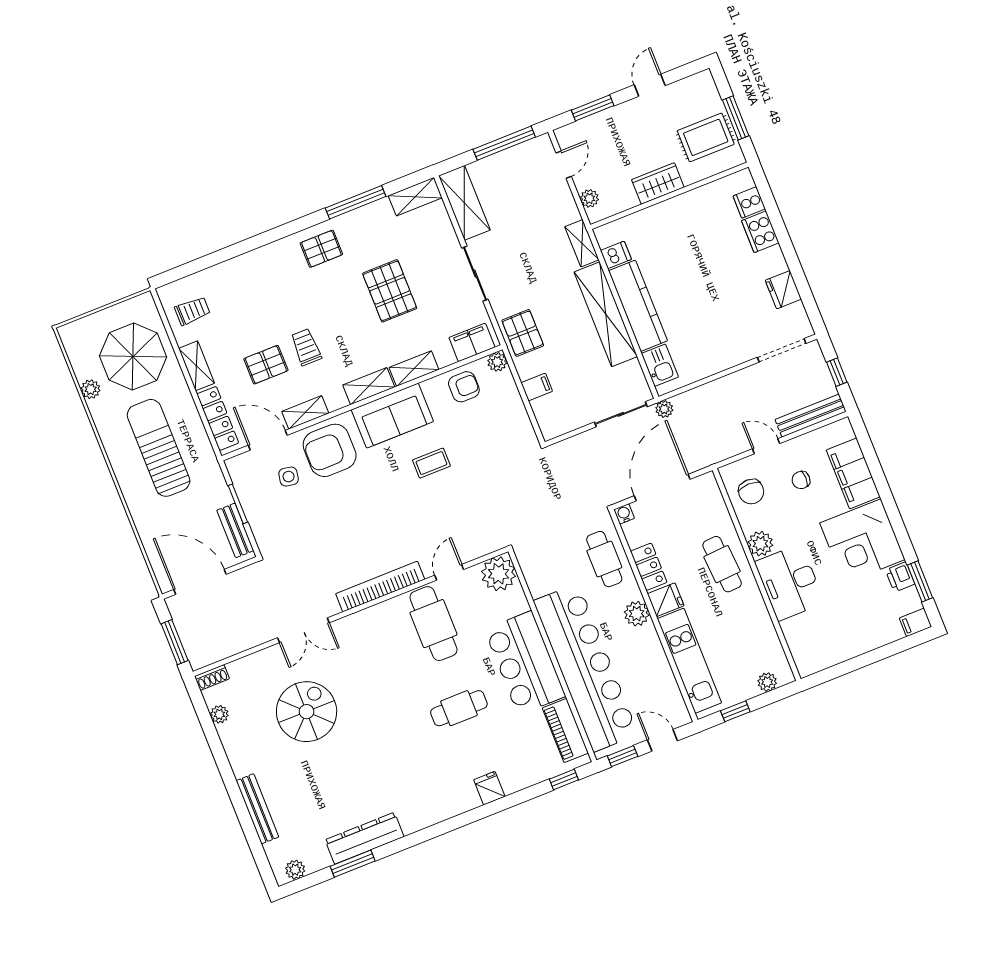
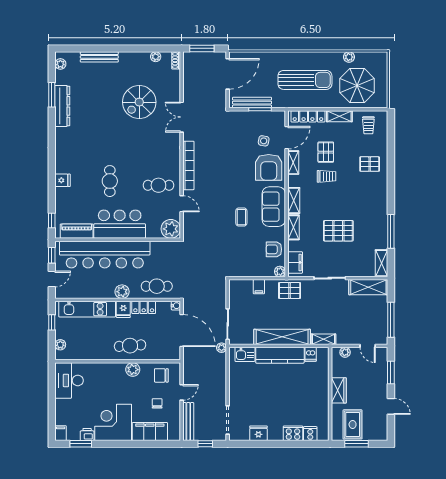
pallet: (321, 249) -> (370, 164), moved, turned 90
armchair: (464, 387) -> (274, 249), turned 90
armchair: (330, 450) -> (269, 167), turned 180
bench: (235, 530) -> (252, 103), width x1.36
desk: (790, 582) -> (69, 380), moved, turned -90
cafe table: (433, 624) -> (158, 185), width x0.73, depth x0.74
spiral stairs: (307, 712) -> (139, 102), turned 90

